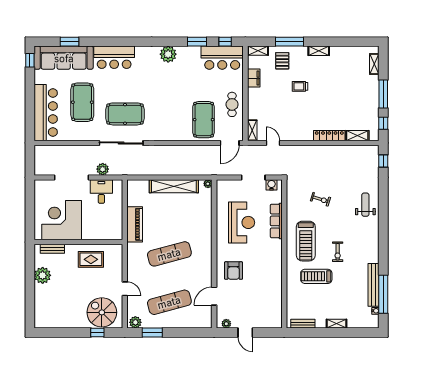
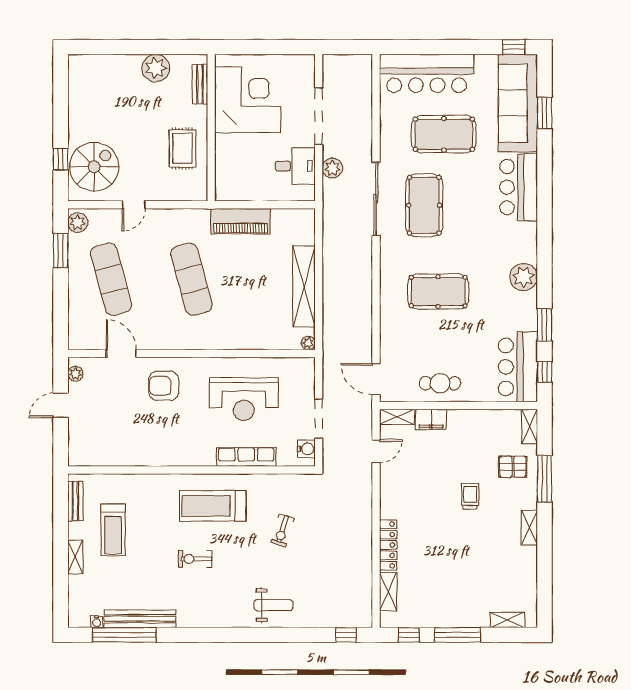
filing cabinet: (254, 78) -> (431, 419), moved
pool table: (204, 120) -> (438, 292), moved
treadmill: (316, 276) -> (113, 530), moved, turned 180

